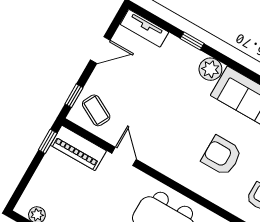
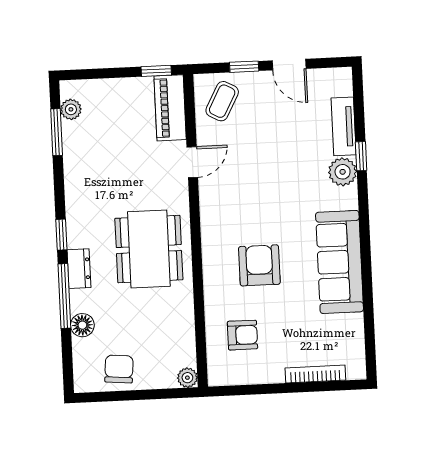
tv unit: (144, 28) -> (344, 126), moved
plant: (210, 69) -> (343, 172), moved
window: (74, 96) -> (244, 67), moved

